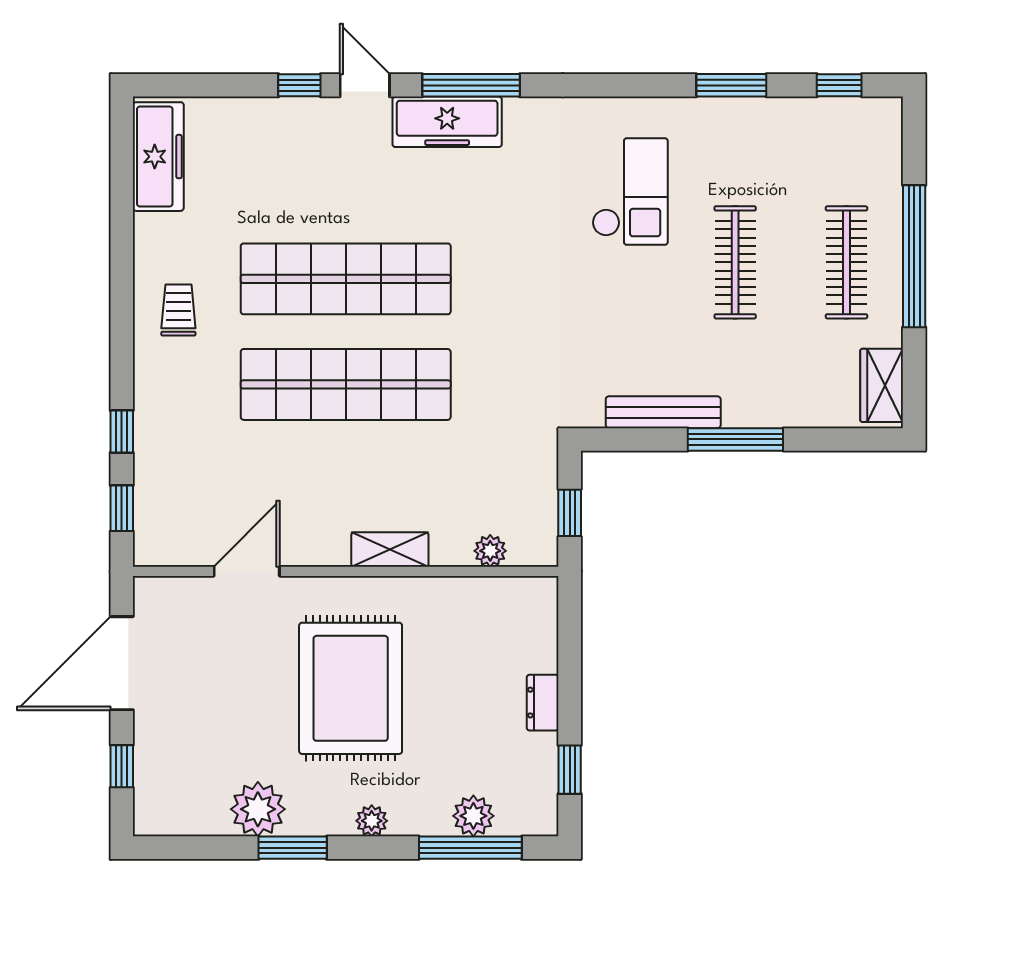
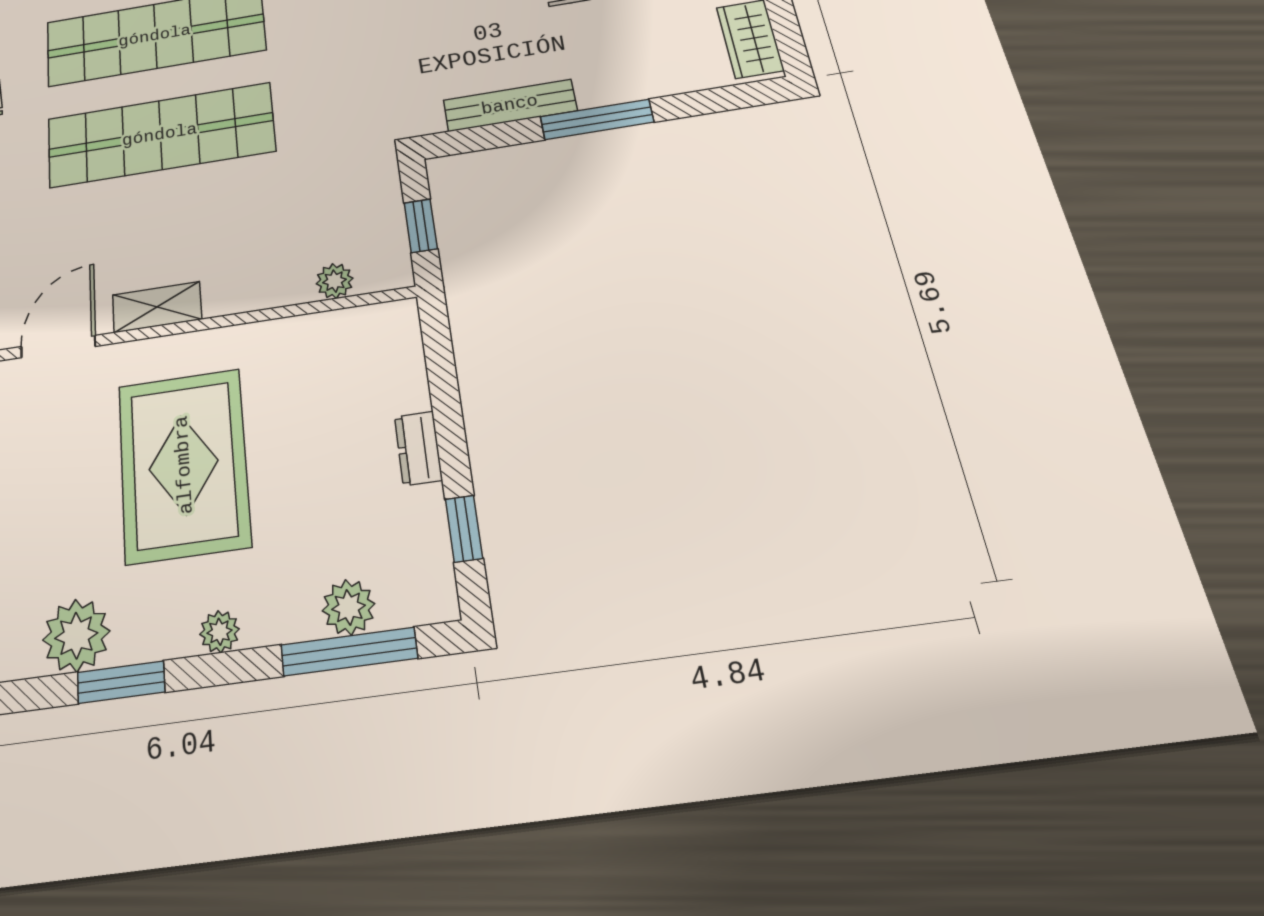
shelving: (390, 549) -> (157, 307), moved

